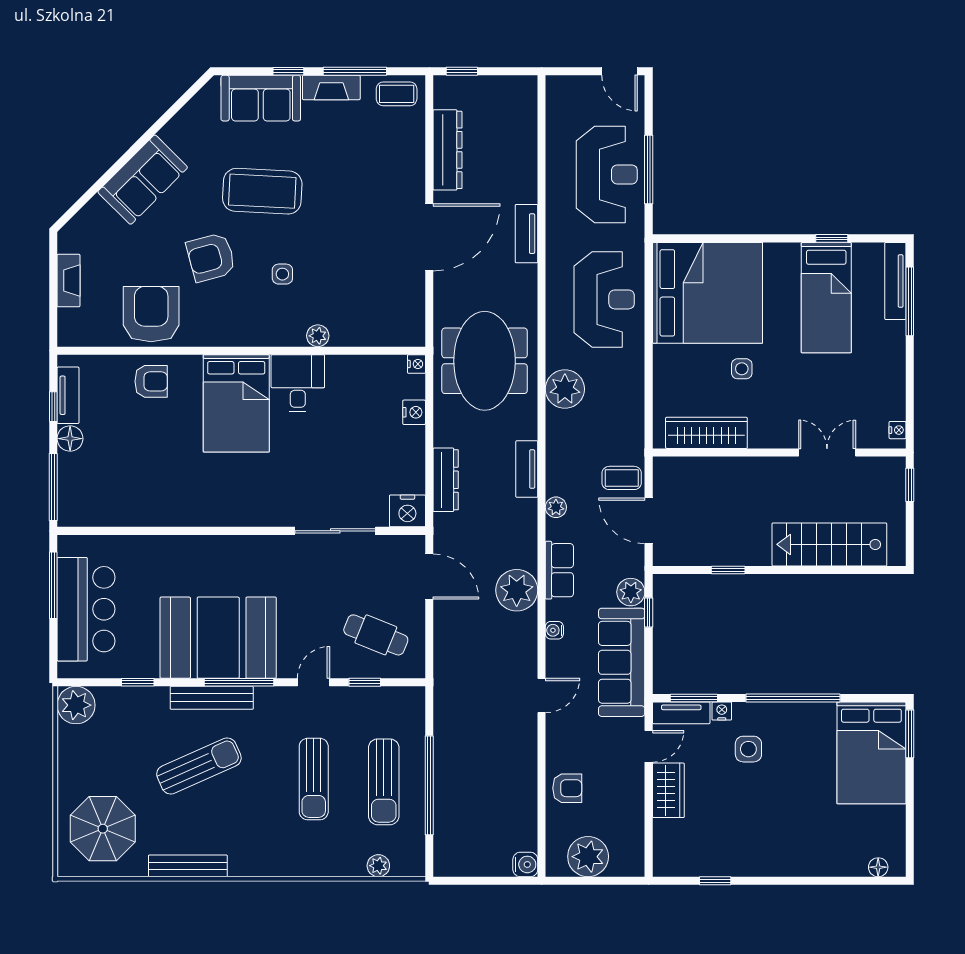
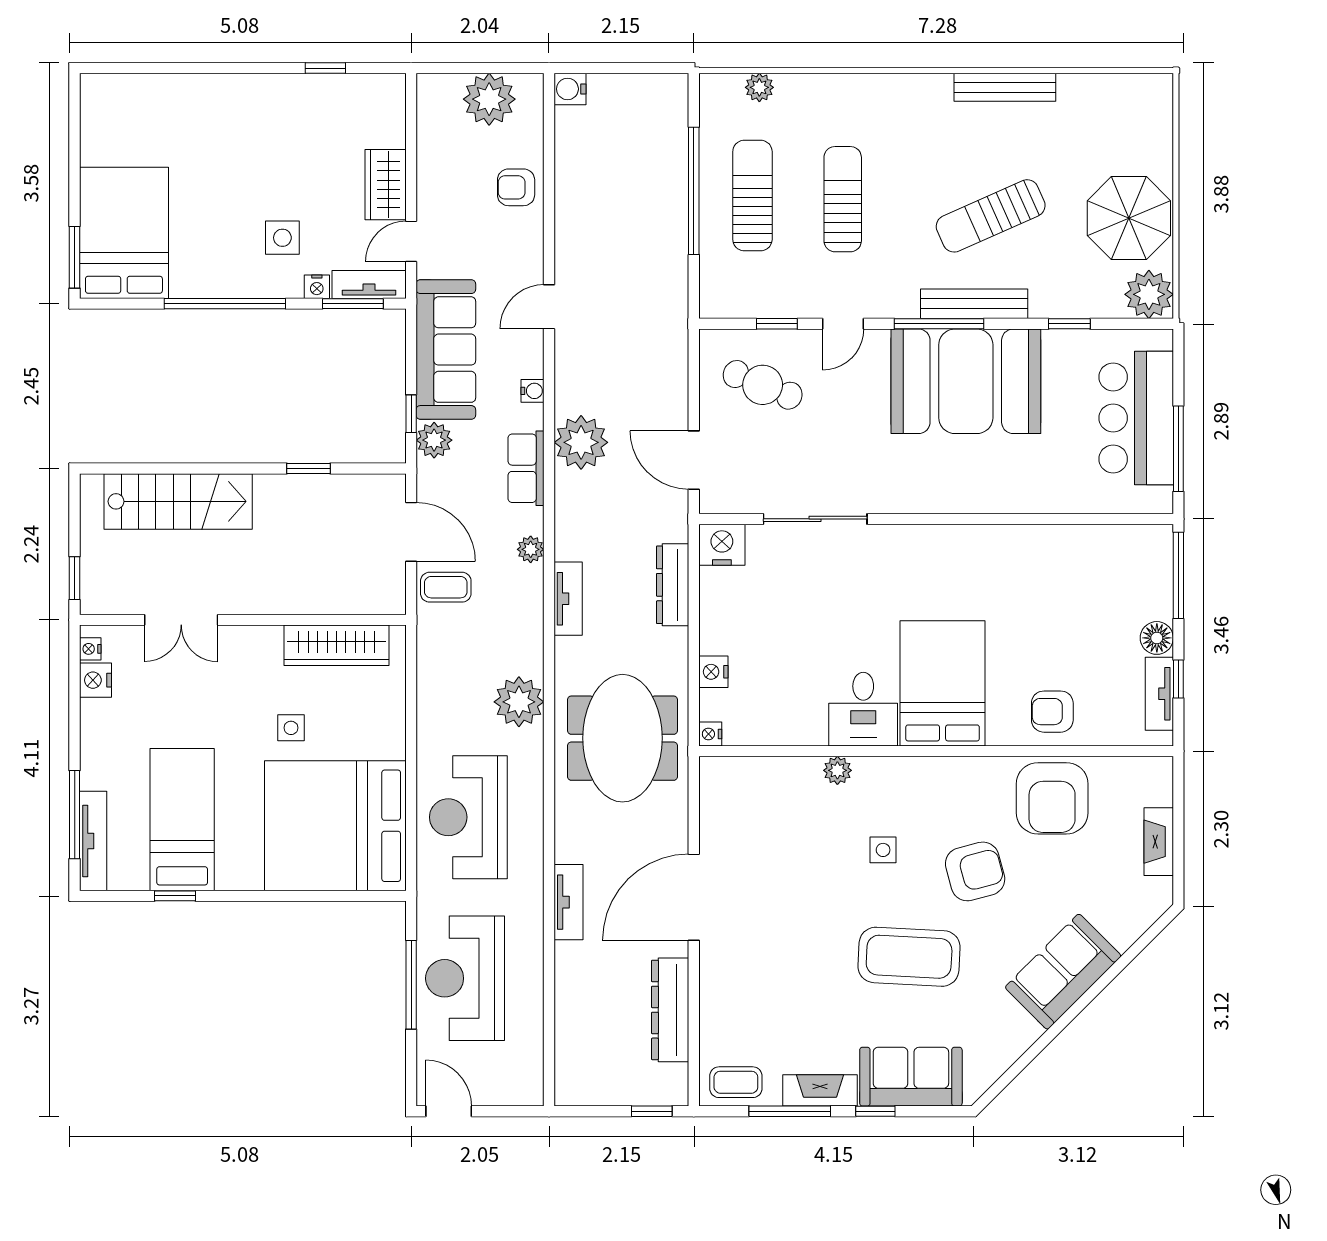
nightstand: (894, 406) -> (95, 680), added
parasol: (103, 829) -> (1129, 218), moved
floor lamp: (878, 867) -> (115, 85), removed

